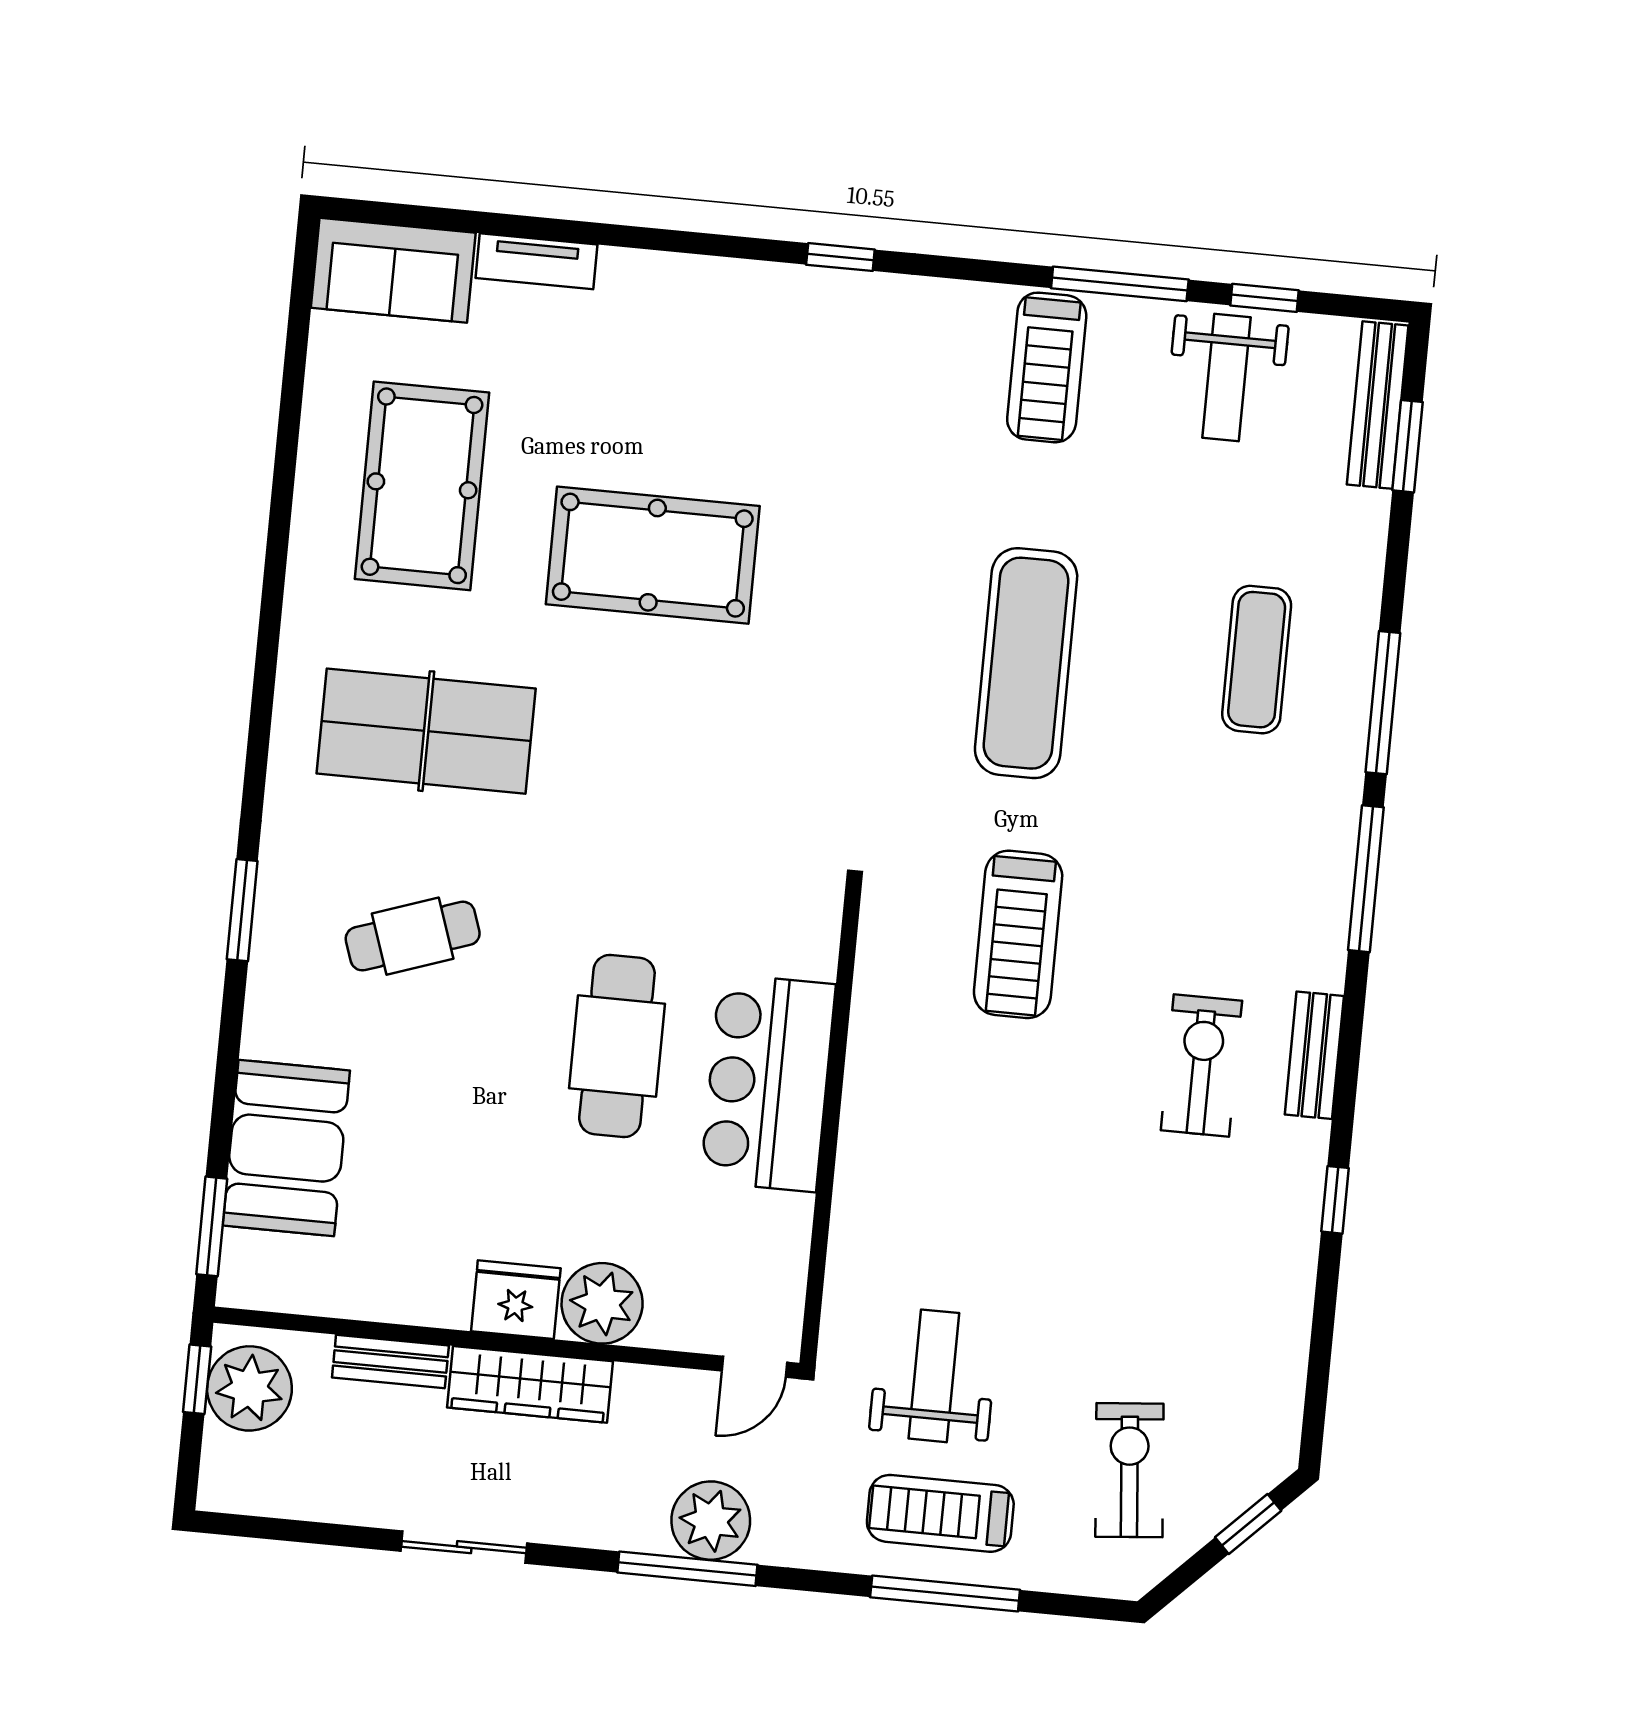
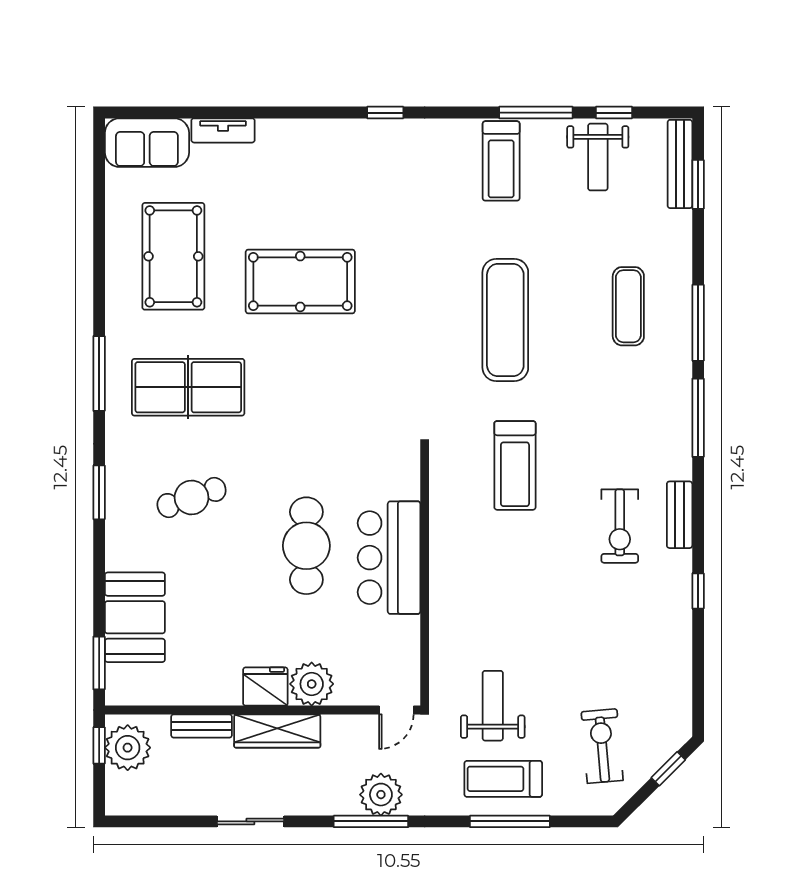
window: (263, 690) -> (99, 374), added
exercise bike: (1201, 1065) -> (620, 526), turned 180

